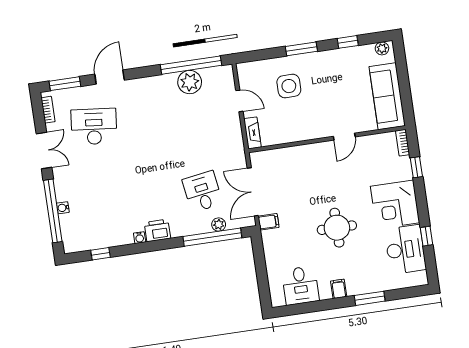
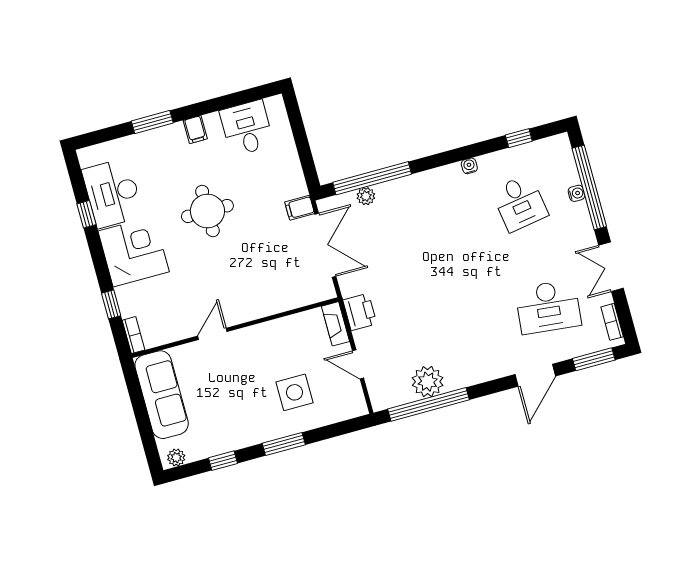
desk: (202, 192) -> (520, 203), moved
printer: (157, 230) -> (360, 312), moved, turned -90

